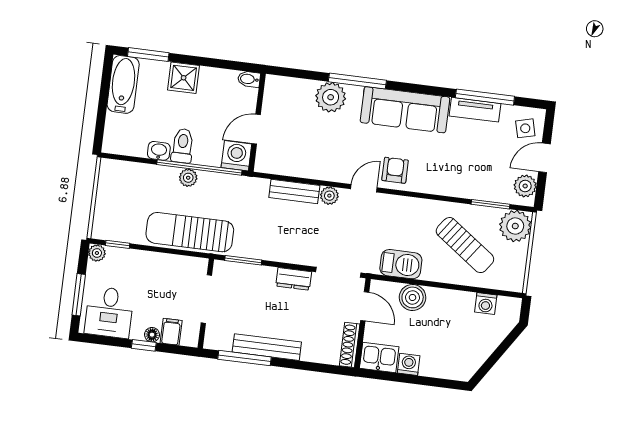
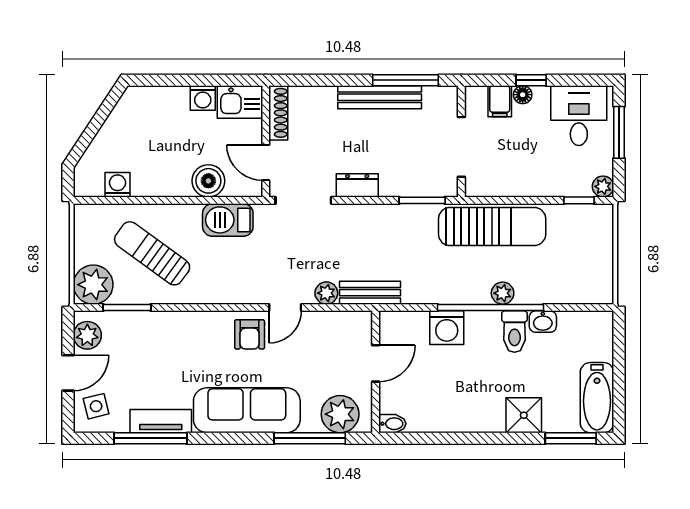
bidet: (249, 79) -> (392, 424), moved
wall: (257, 122) -> (376, 372), moved
door: (256, 129) -> (376, 363), moved

